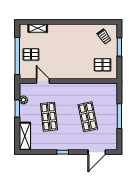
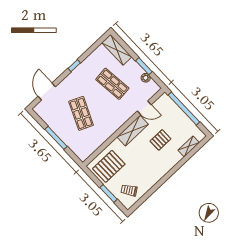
pallet: (31, 54) -> (160, 140), moved
pallet: (102, 65) -> (109, 166), width x1.50, depth x1.42
shelving: (65, 73) -> (133, 131), added
shop shelf: (88, 117) -> (81, 113), turned 36

